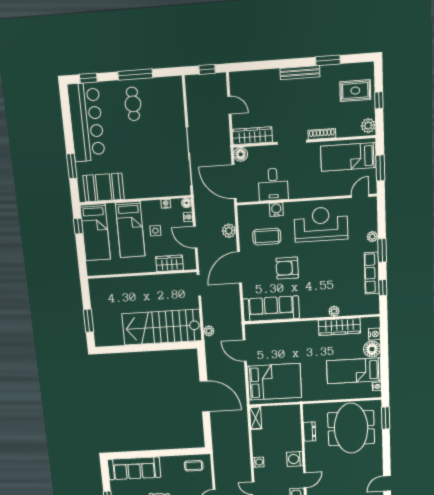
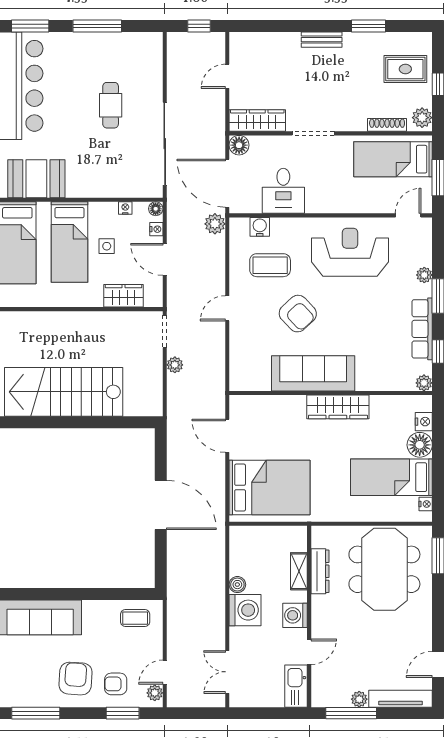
bench: (300, 73) -> (322, 40), width x0.73
window: (88, 78) -> (30, 26), width x1.50
cafe table: (133, 104) -> (111, 105), moved
door: (229, 105) -> (227, 76), swing flipped
shoe rack: (322, 134) -> (387, 125), moved
water cooler: (276, 210) -> (260, 227), moved
plant: (229, 231) -> (215, 224), moved
door: (240, 267) -> (227, 308), width x0.53
armchair: (287, 268) -> (298, 314), turned -133
sofa: (271, 309) -> (313, 373), moved
plant: (334, 311) -> (424, 383), moved
stairs: (162, 327) -> (64, 392), moved
wardrobe: (339, 327) -> (338, 407), moved
plant: (209, 331) -> (175, 365), moved
shelving: (256, 418) -> (299, 571), moved
dresser: (310, 432) -> (320, 571), width x1.44
boiler: (257, 442) -> (237, 585), added
washing machine: (258, 462) -> (245, 610), width x1.89, depth x1.89

